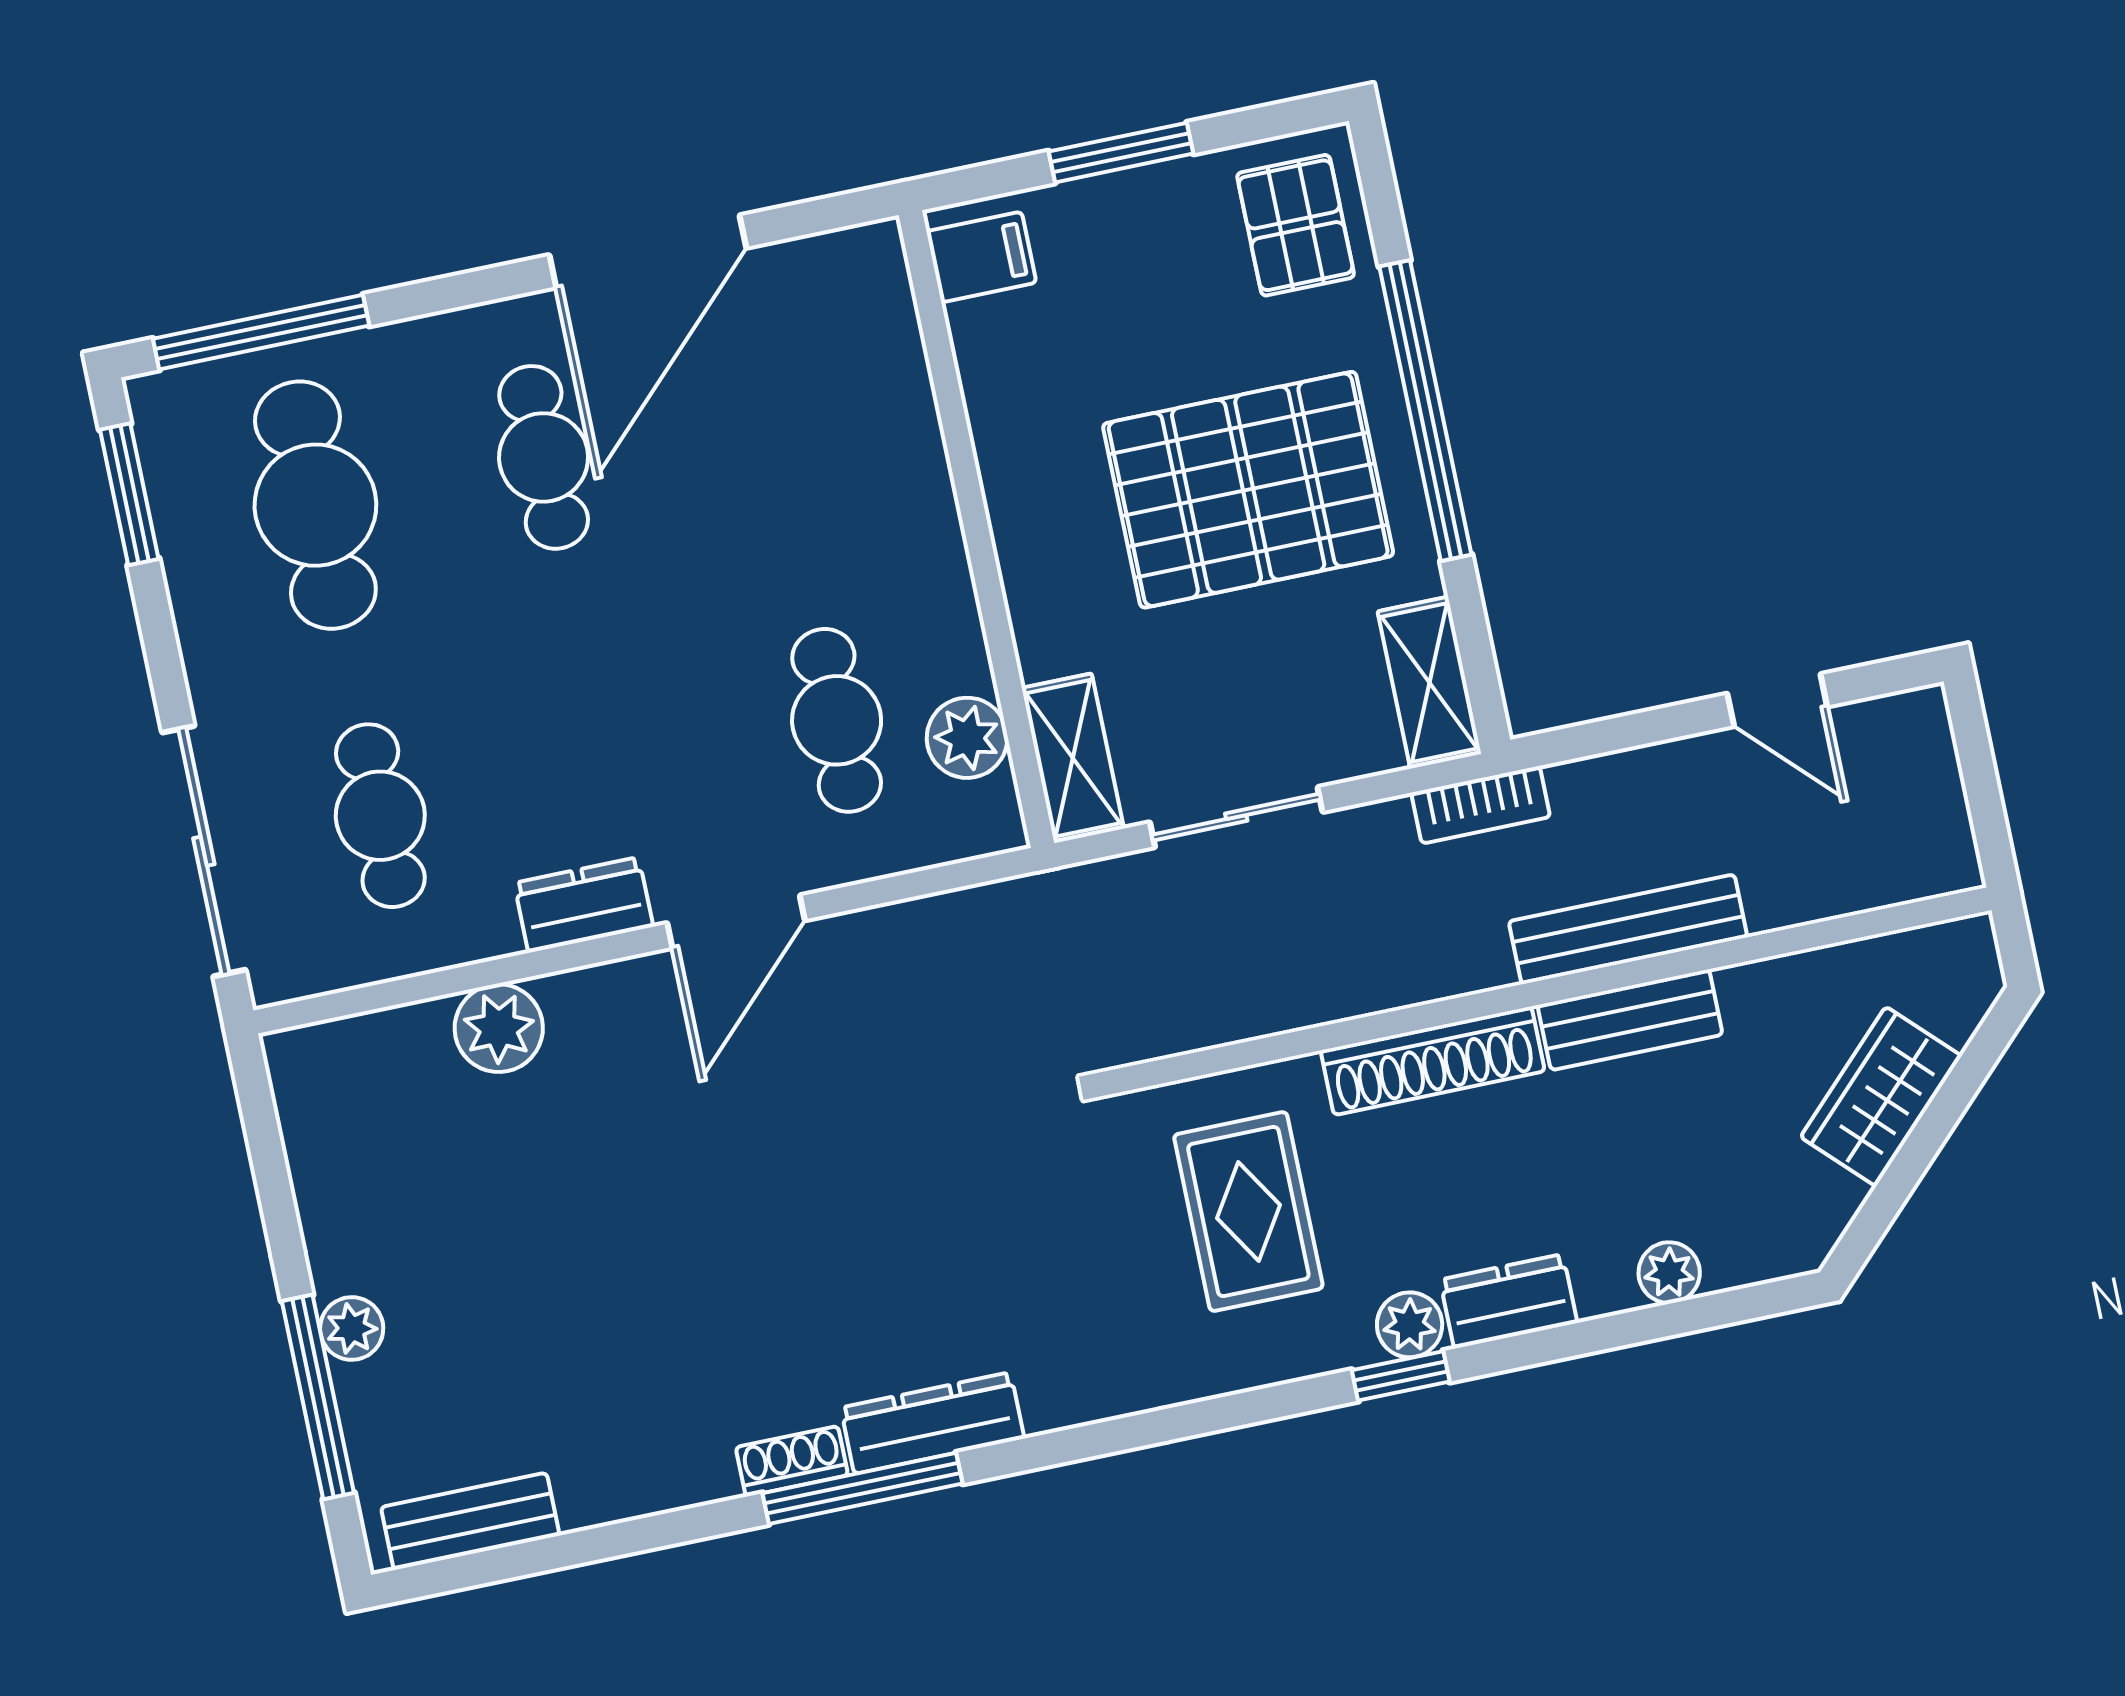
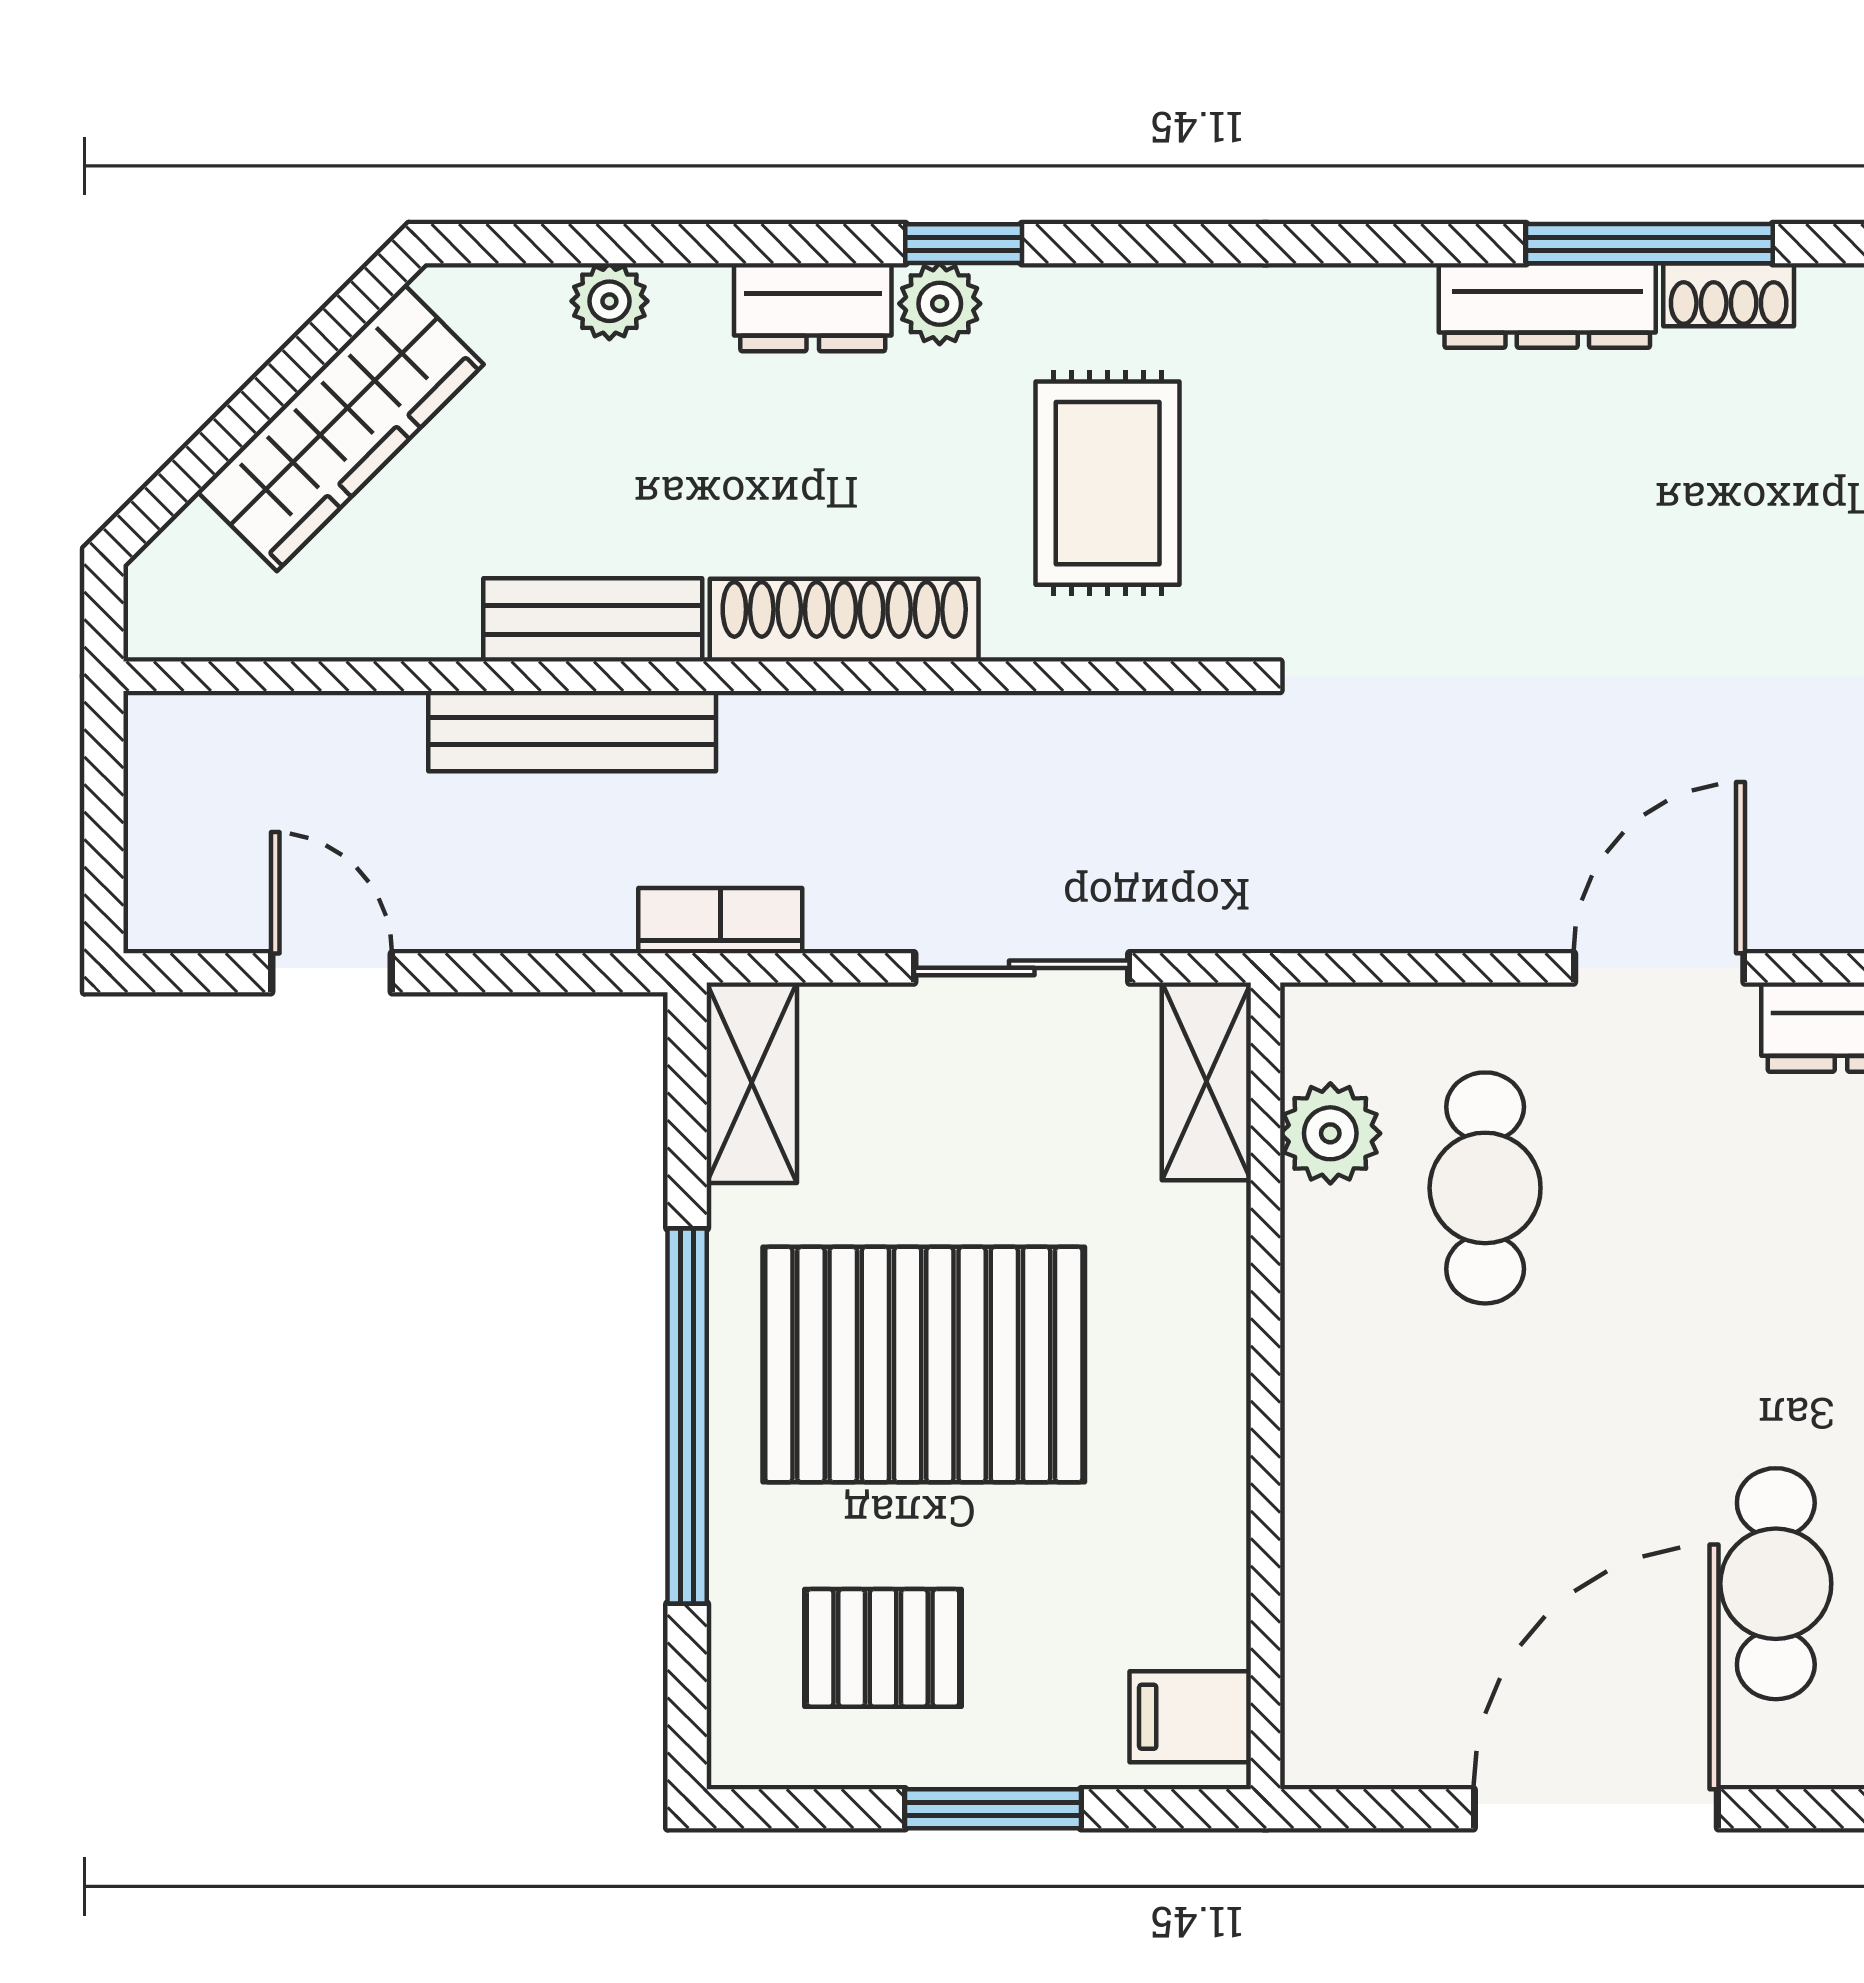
pallet: (1296, 225) -> (883, 1648), moved, turned 90
wardrobe: (1881, 1096) -> (340, 428), width x1.50

